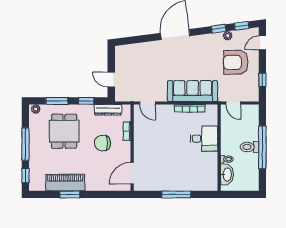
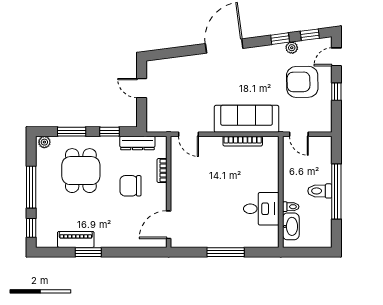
door: (111, 80) -> (142, 88), moved
window: (262, 80) -> (336, 92), moved
desk: (204, 139) -> (261, 209), moved
piano: (65, 183) -> (76, 239), width x0.73, depth x0.75

